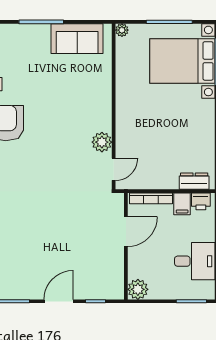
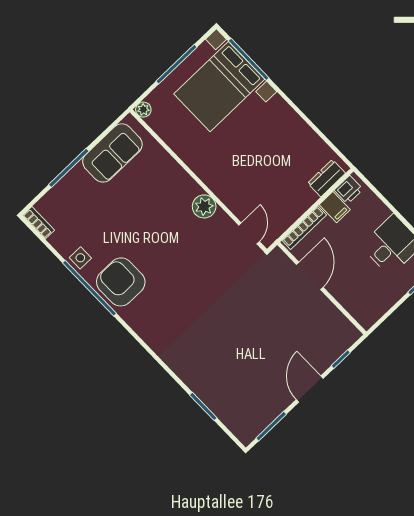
plant: (102, 142) -> (204, 206), moved
plant: (138, 289) -> (367, 315), removed

